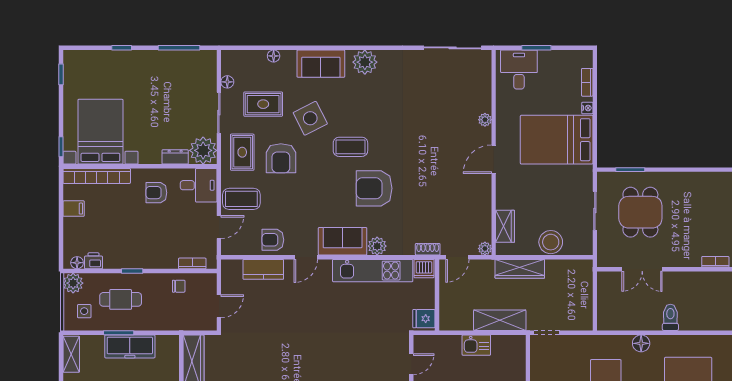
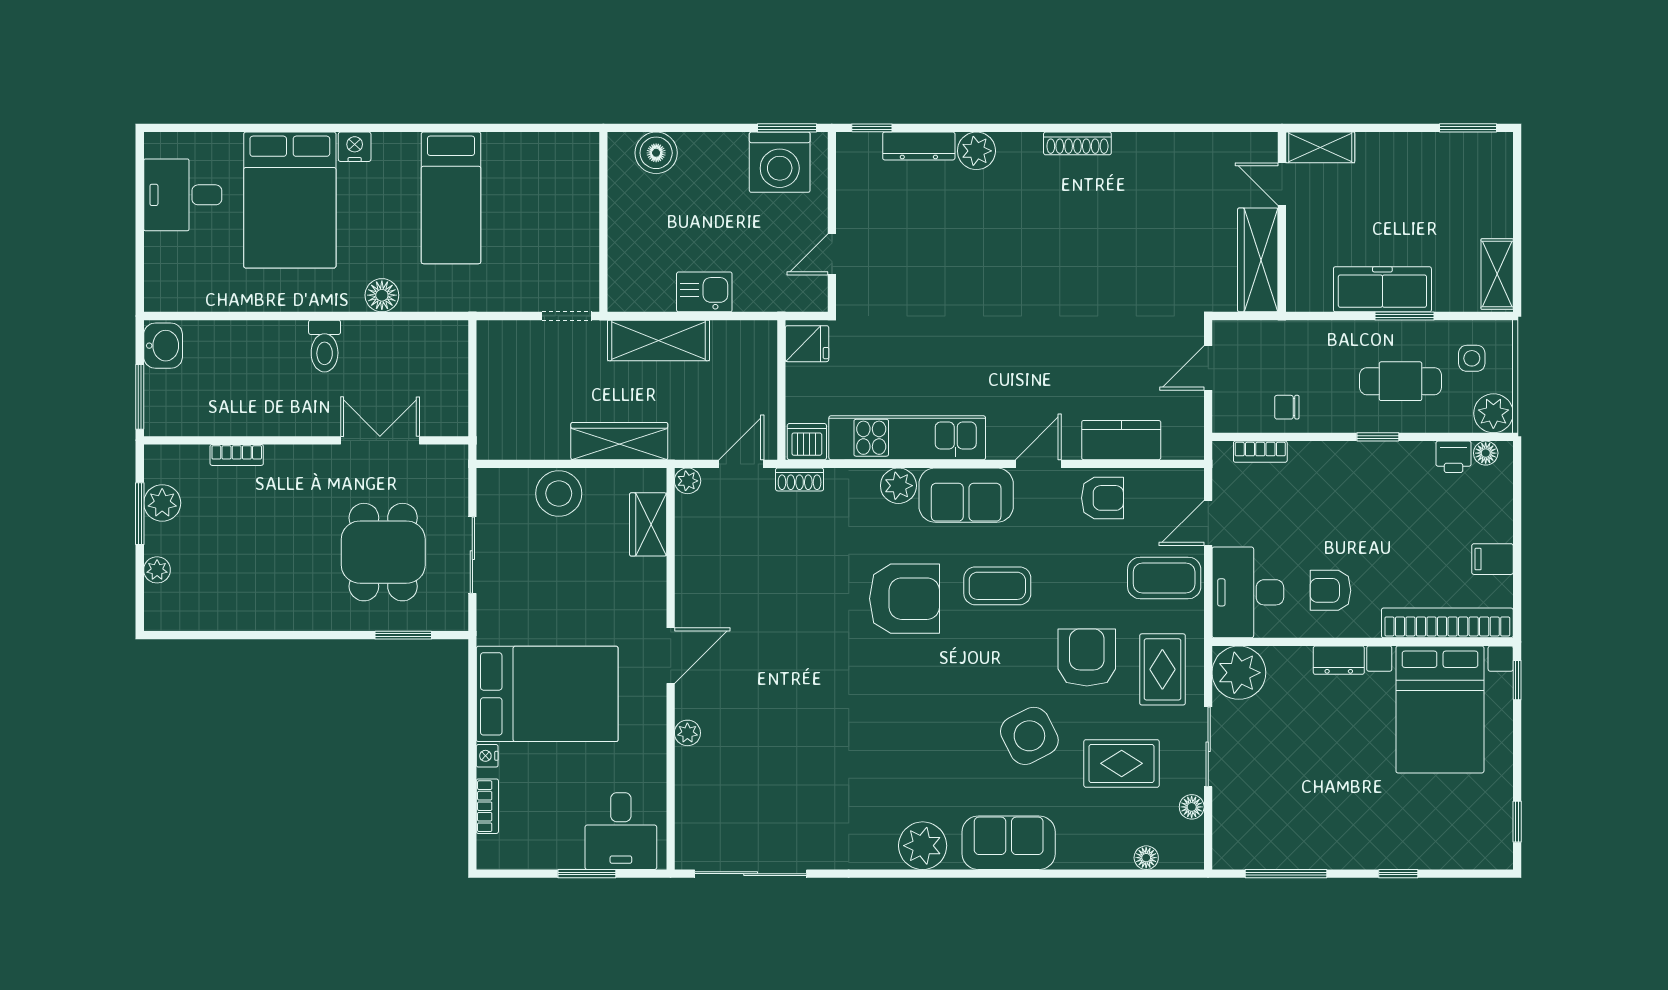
floor lamp: (274, 56) -> (1146, 858), moved
coffee table: (350, 147) -> (997, 586), moved
dresser: (175, 157) -> (1339, 660), moved
desk: (199, 185) -> (1248, 592), width x1.37
armchair: (156, 193) -> (1330, 590), turned 180

